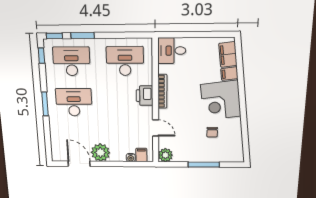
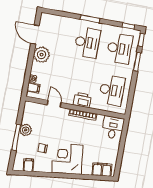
filing cabinet: (229, 74) -> (28, 165), moved
door: (156, 128) -> (54, 104), swing flipped
plant: (165, 155) -> (26, 130), moved
door: (79, 164) -> (35, 35), swing flipped

